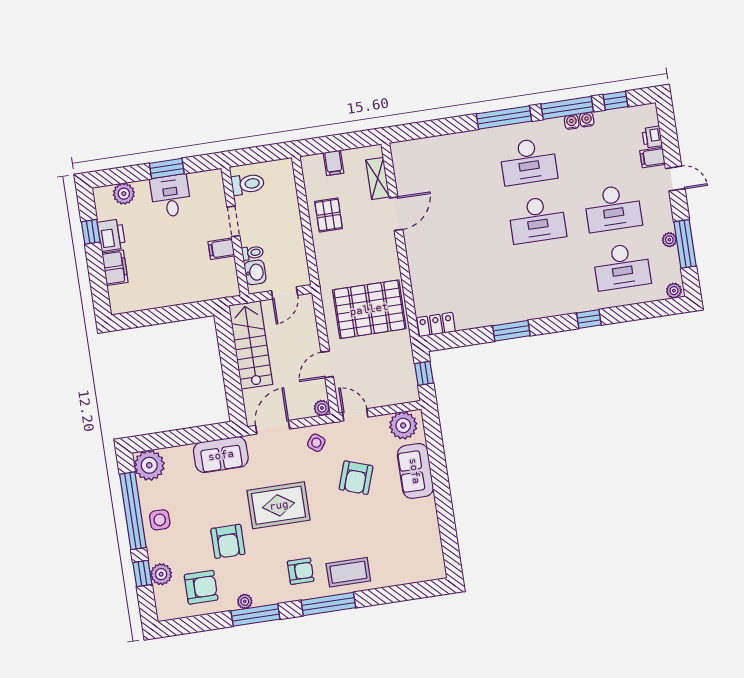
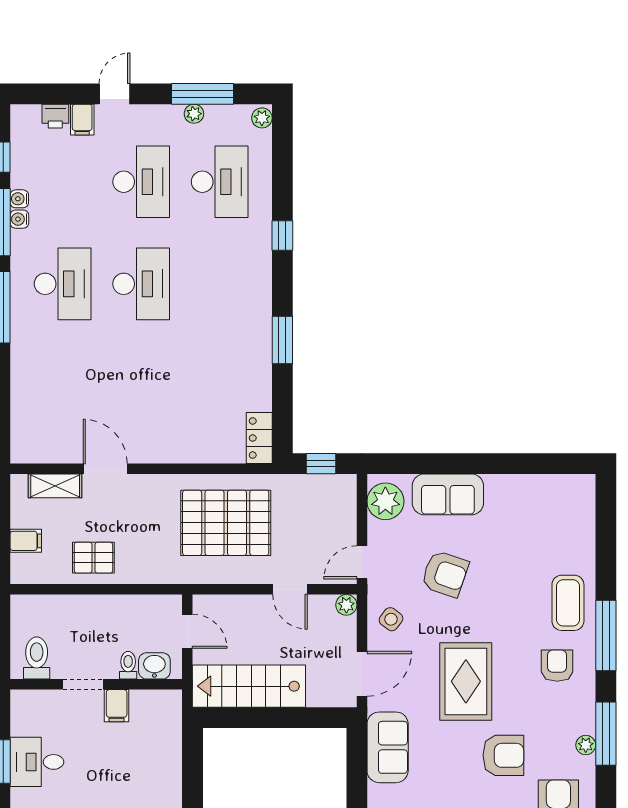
pallet: (369, 309) -> (226, 523), turned 90
door: (273, 427) -> (362, 674), swing flipped

